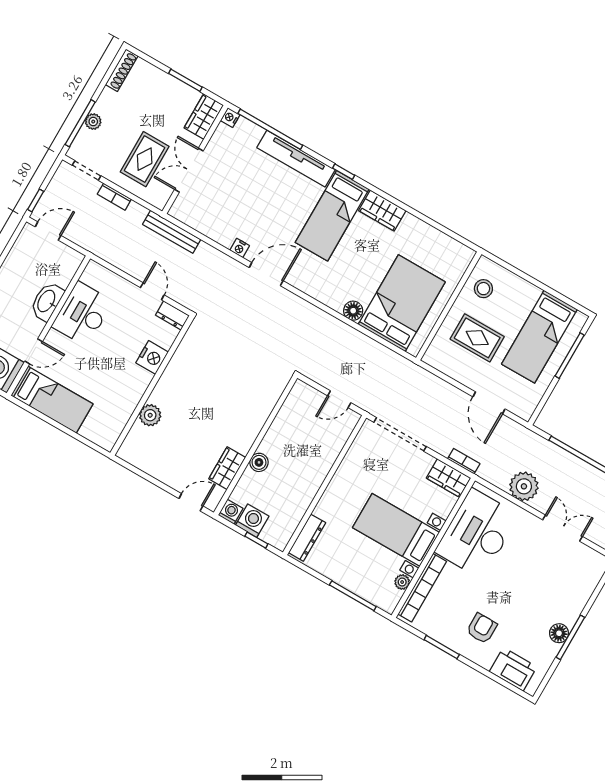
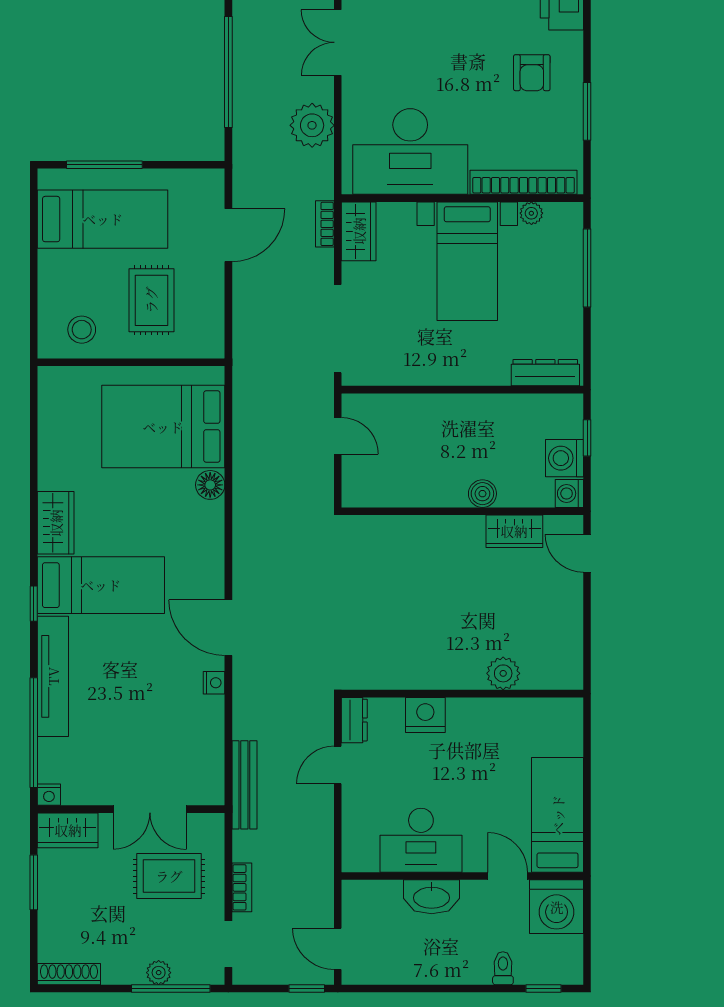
armchair: (482, 628) -> (532, 73), turned -90

